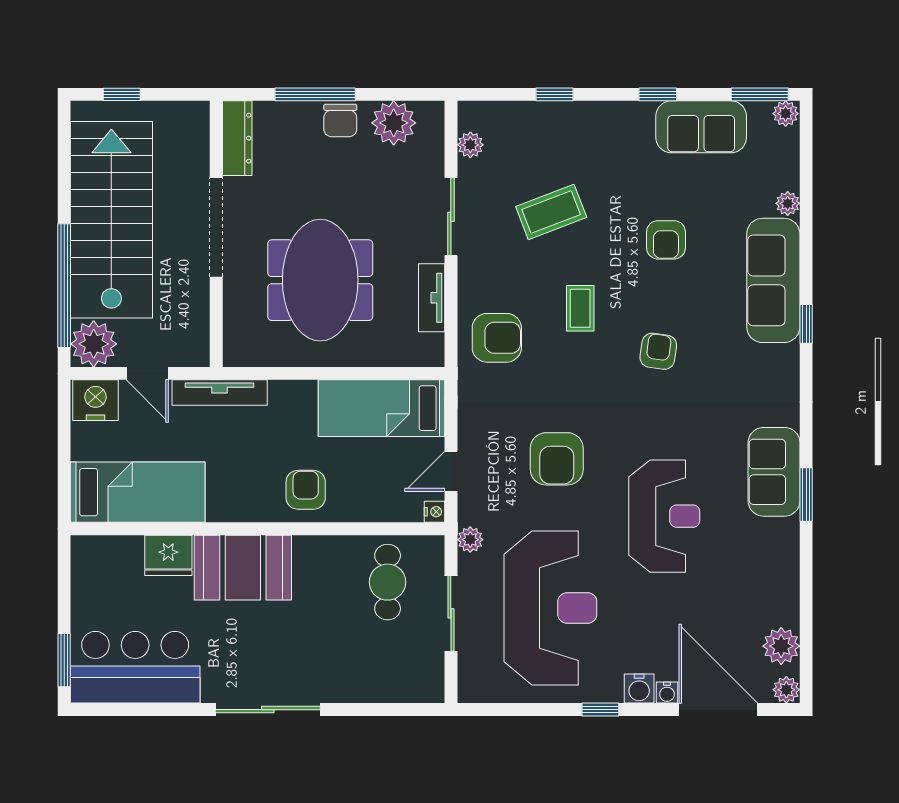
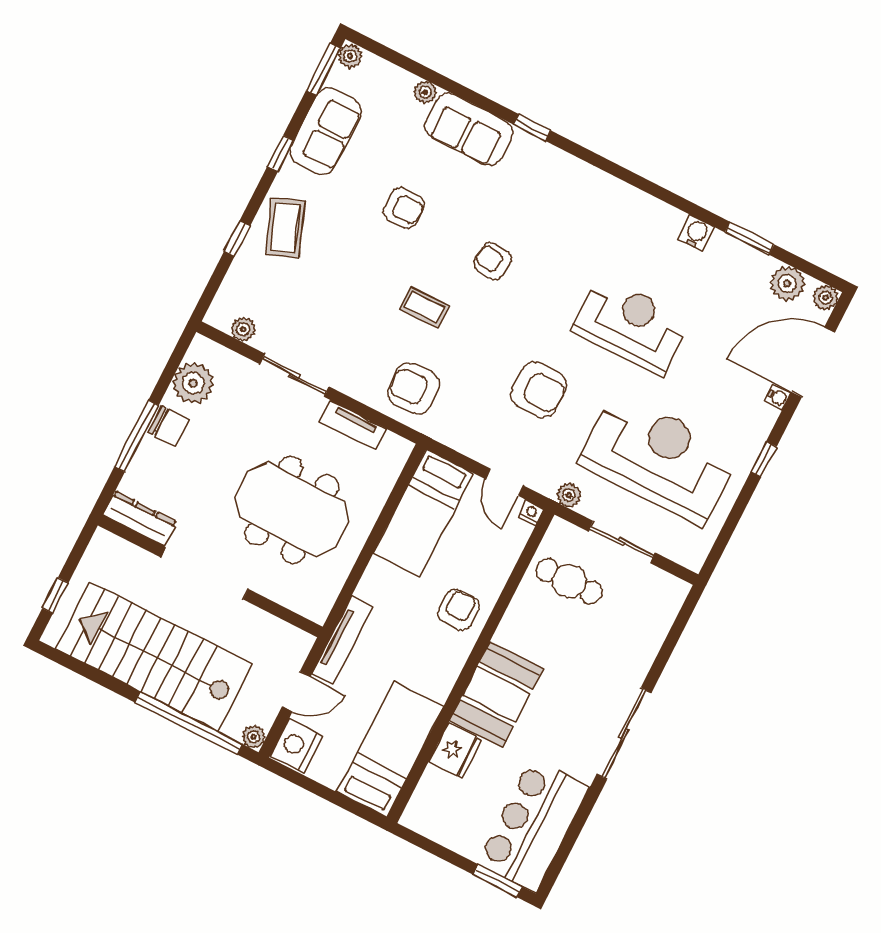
coffee table: (551, 212) -> (285, 228), moved
sofa: (773, 280) -> (469, 129), width x0.73
armchair: (497, 338) -> (414, 388), turned -93
plant: (94, 344) -> (254, 737), width x0.53, depth x0.53
sofa: (774, 472) -> (641, 216), removed
armchair: (306, 490) -> (459, 610), turned 90
window: (806, 494) -> (750, 238), moved
water cooler: (639, 688) -> (696, 233), moved, turned -90

